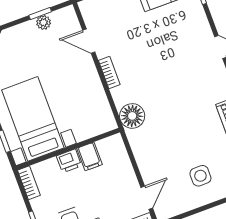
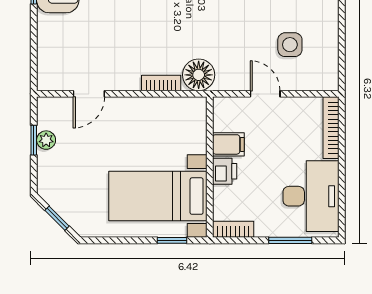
bookcase: (109, 72) -> (161, 83), moved
side table: (200, 176) -> (290, 45), moved
door: (147, 198) -> (265, 94), moved

